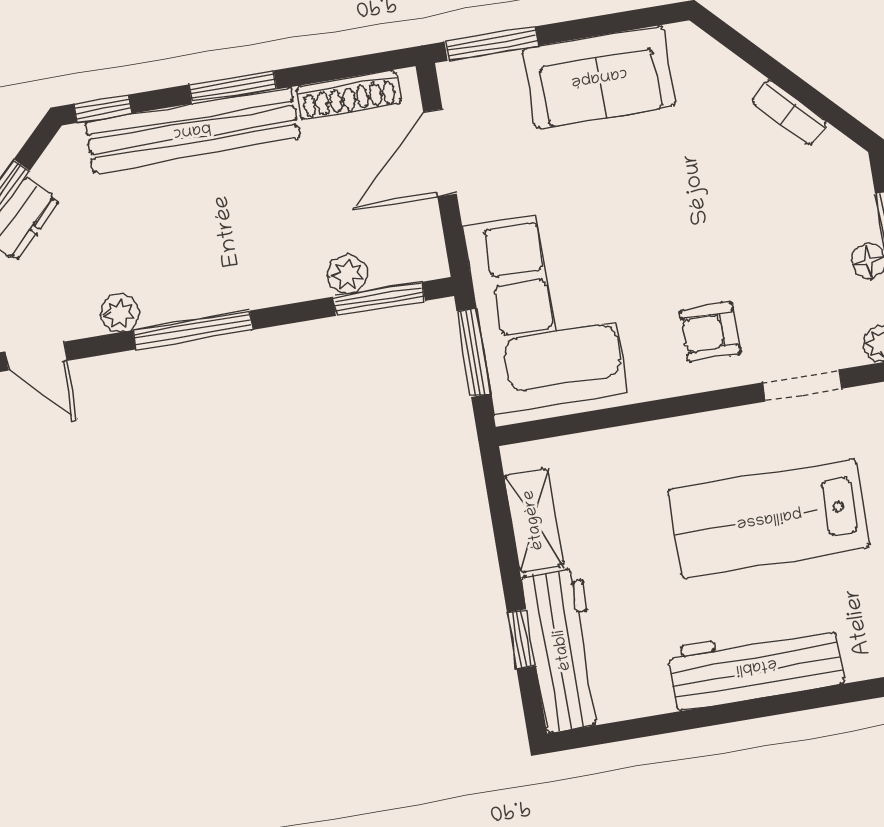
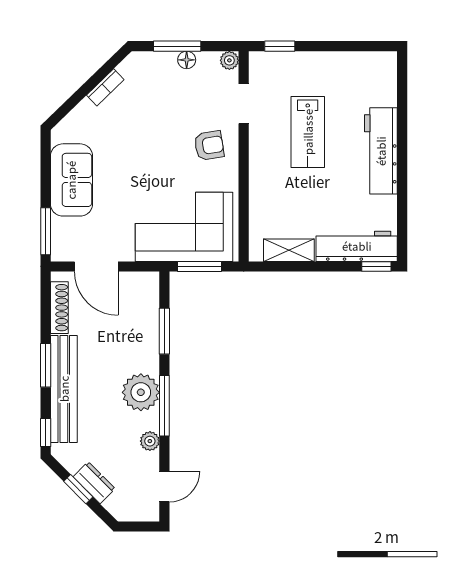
plant: (348, 274) -> (141, 392), moved, width x1.88, depth x1.88
window: (379, 299) -> (164, 331), moved
armchair: (710, 332) -> (209, 146), turned -99
lab bench: (769, 518) -> (308, 132), width x0.73, depth x0.72
window: (521, 639) -> (376, 266), moved

